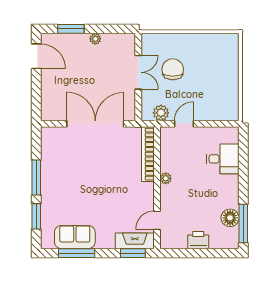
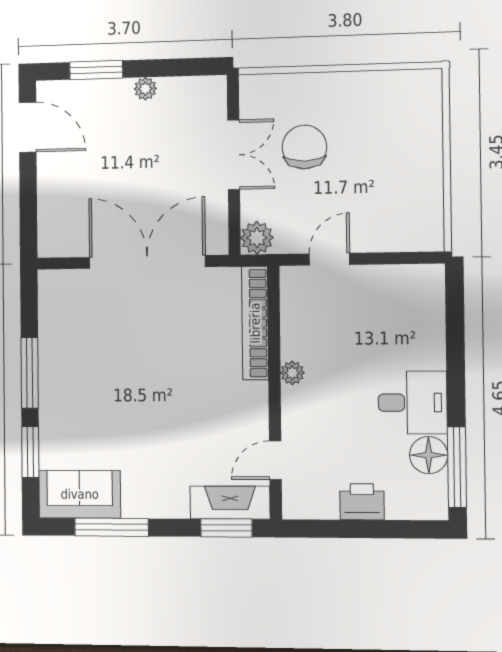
plant: (161, 113) -> (257, 238), moved
desk: (223, 159) -> (413, 403), moved
sofa: (75, 237) -> (80, 494), moved

